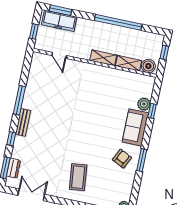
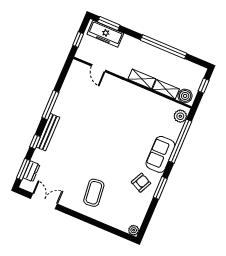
plant: (144, 104) -> (180, 116), moved
window: (152, 111) -> (180, 141), width x3.17
bench: (23, 122) -> (48, 132), width x1.36

